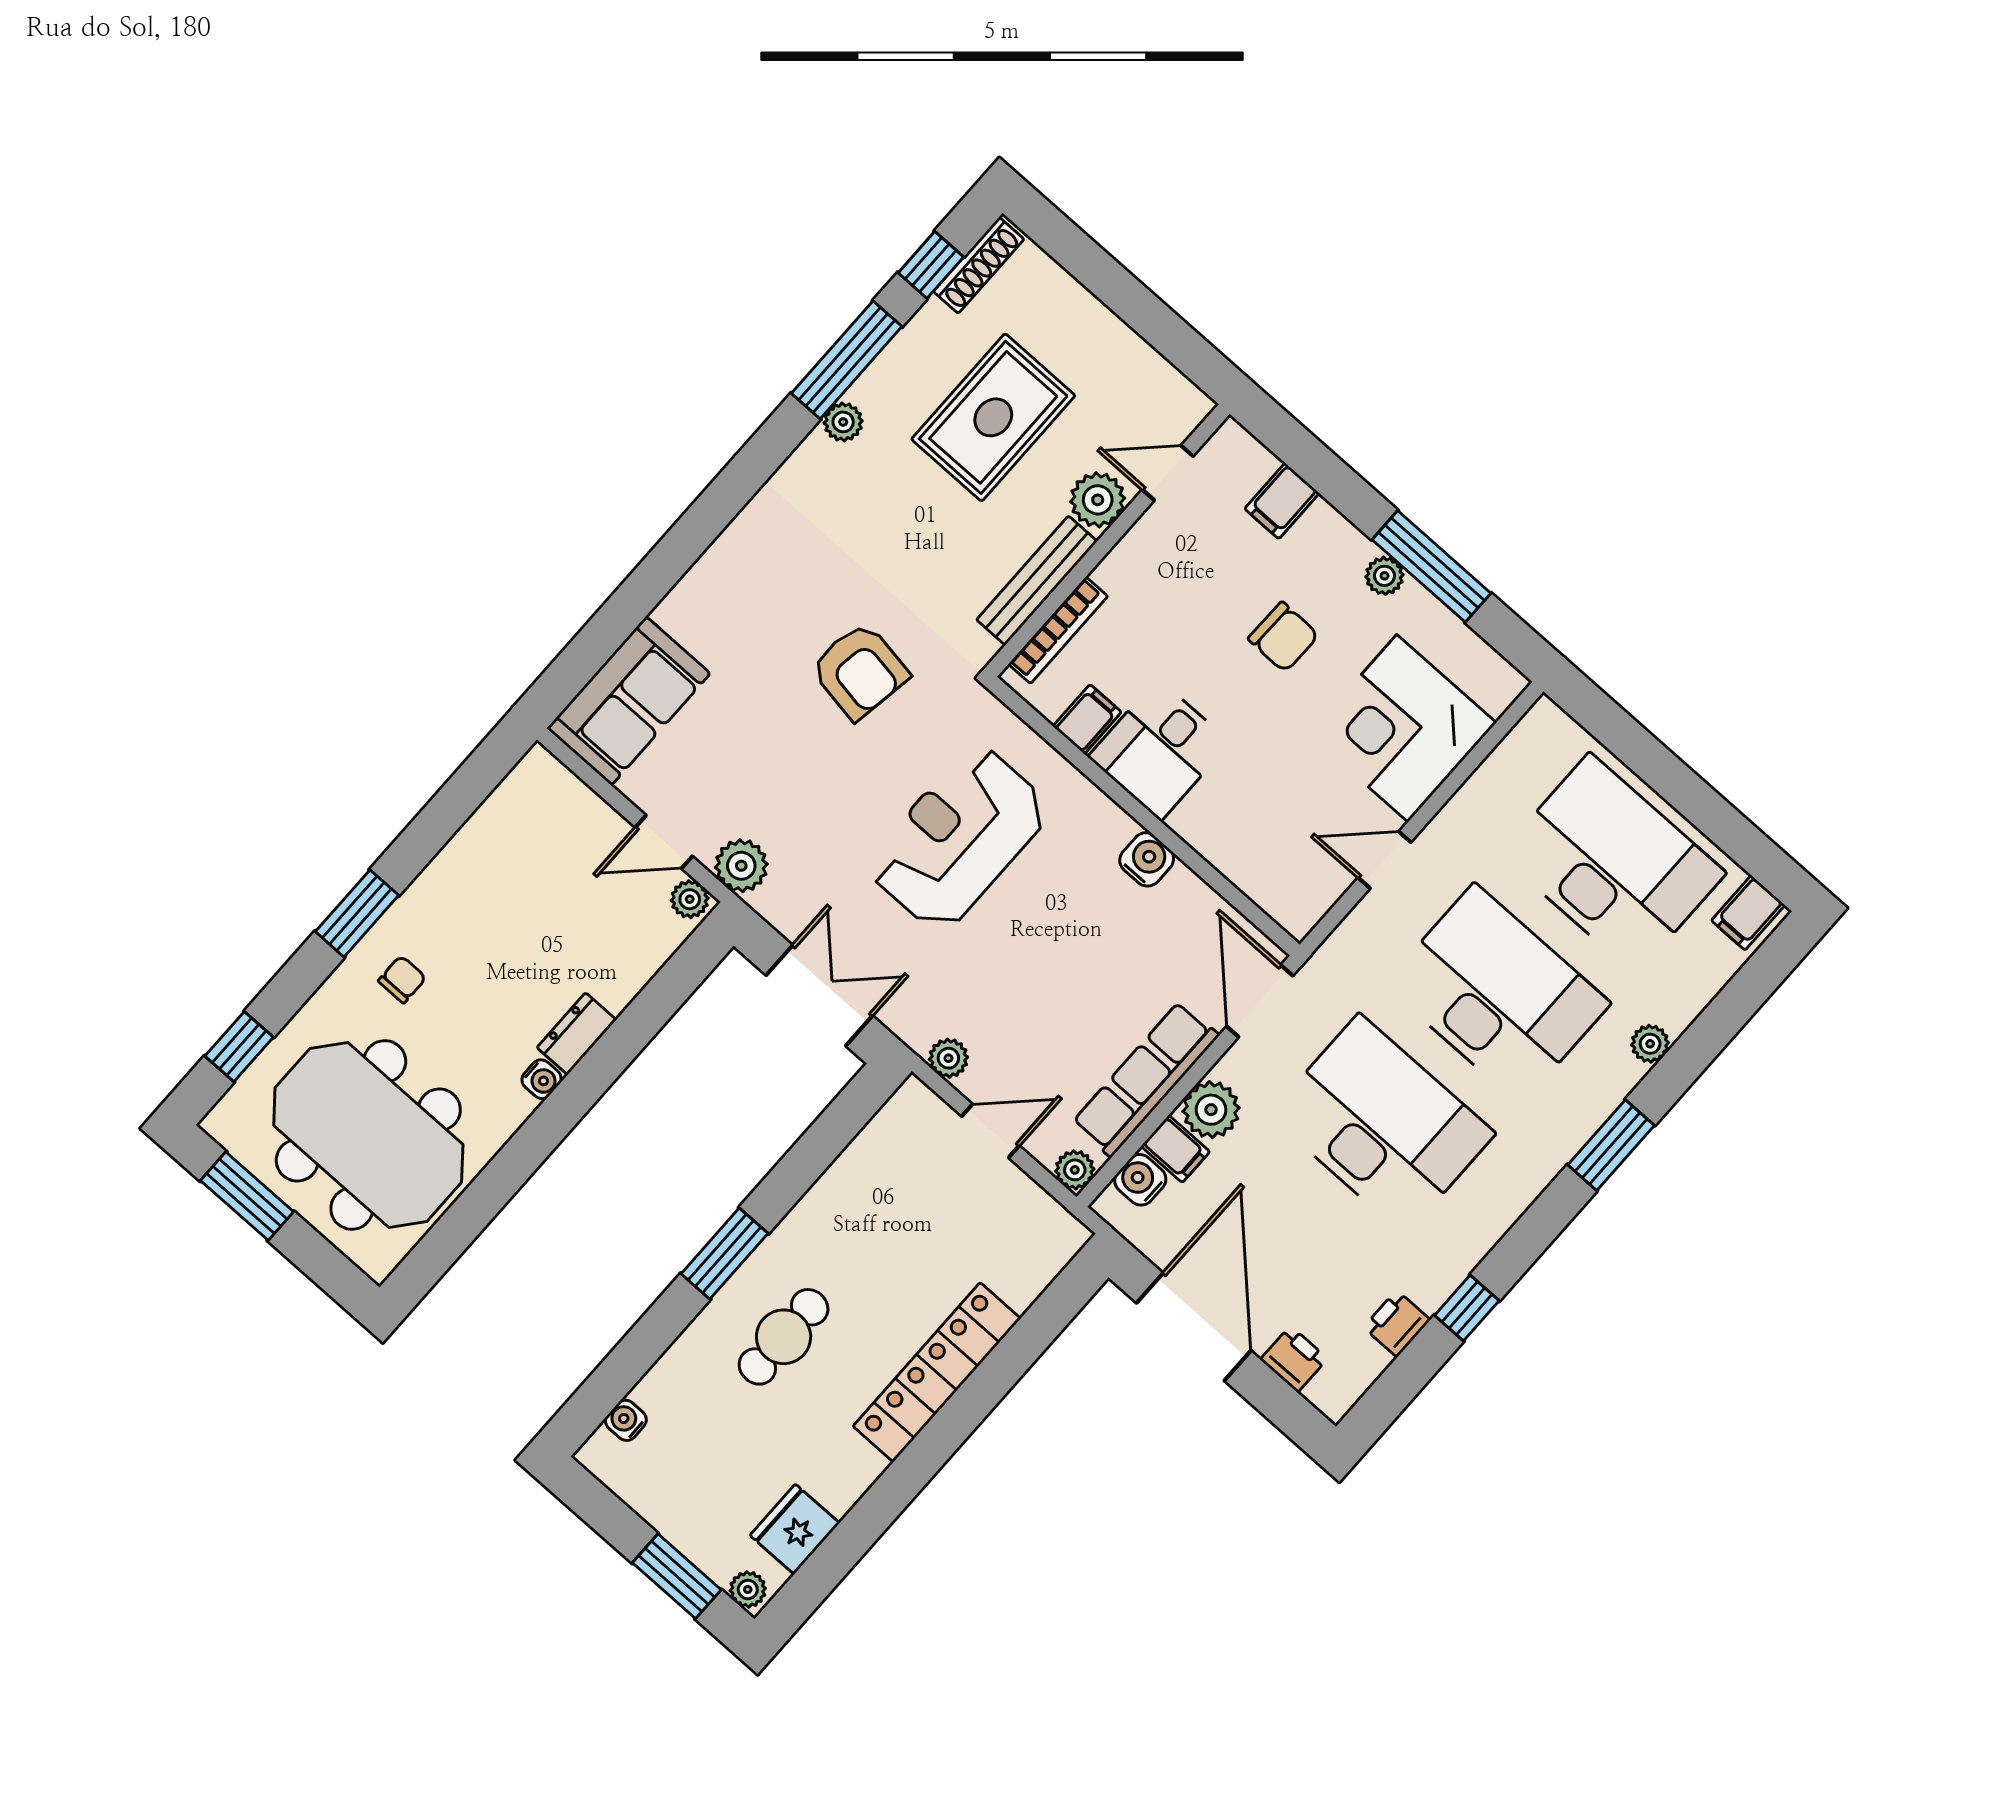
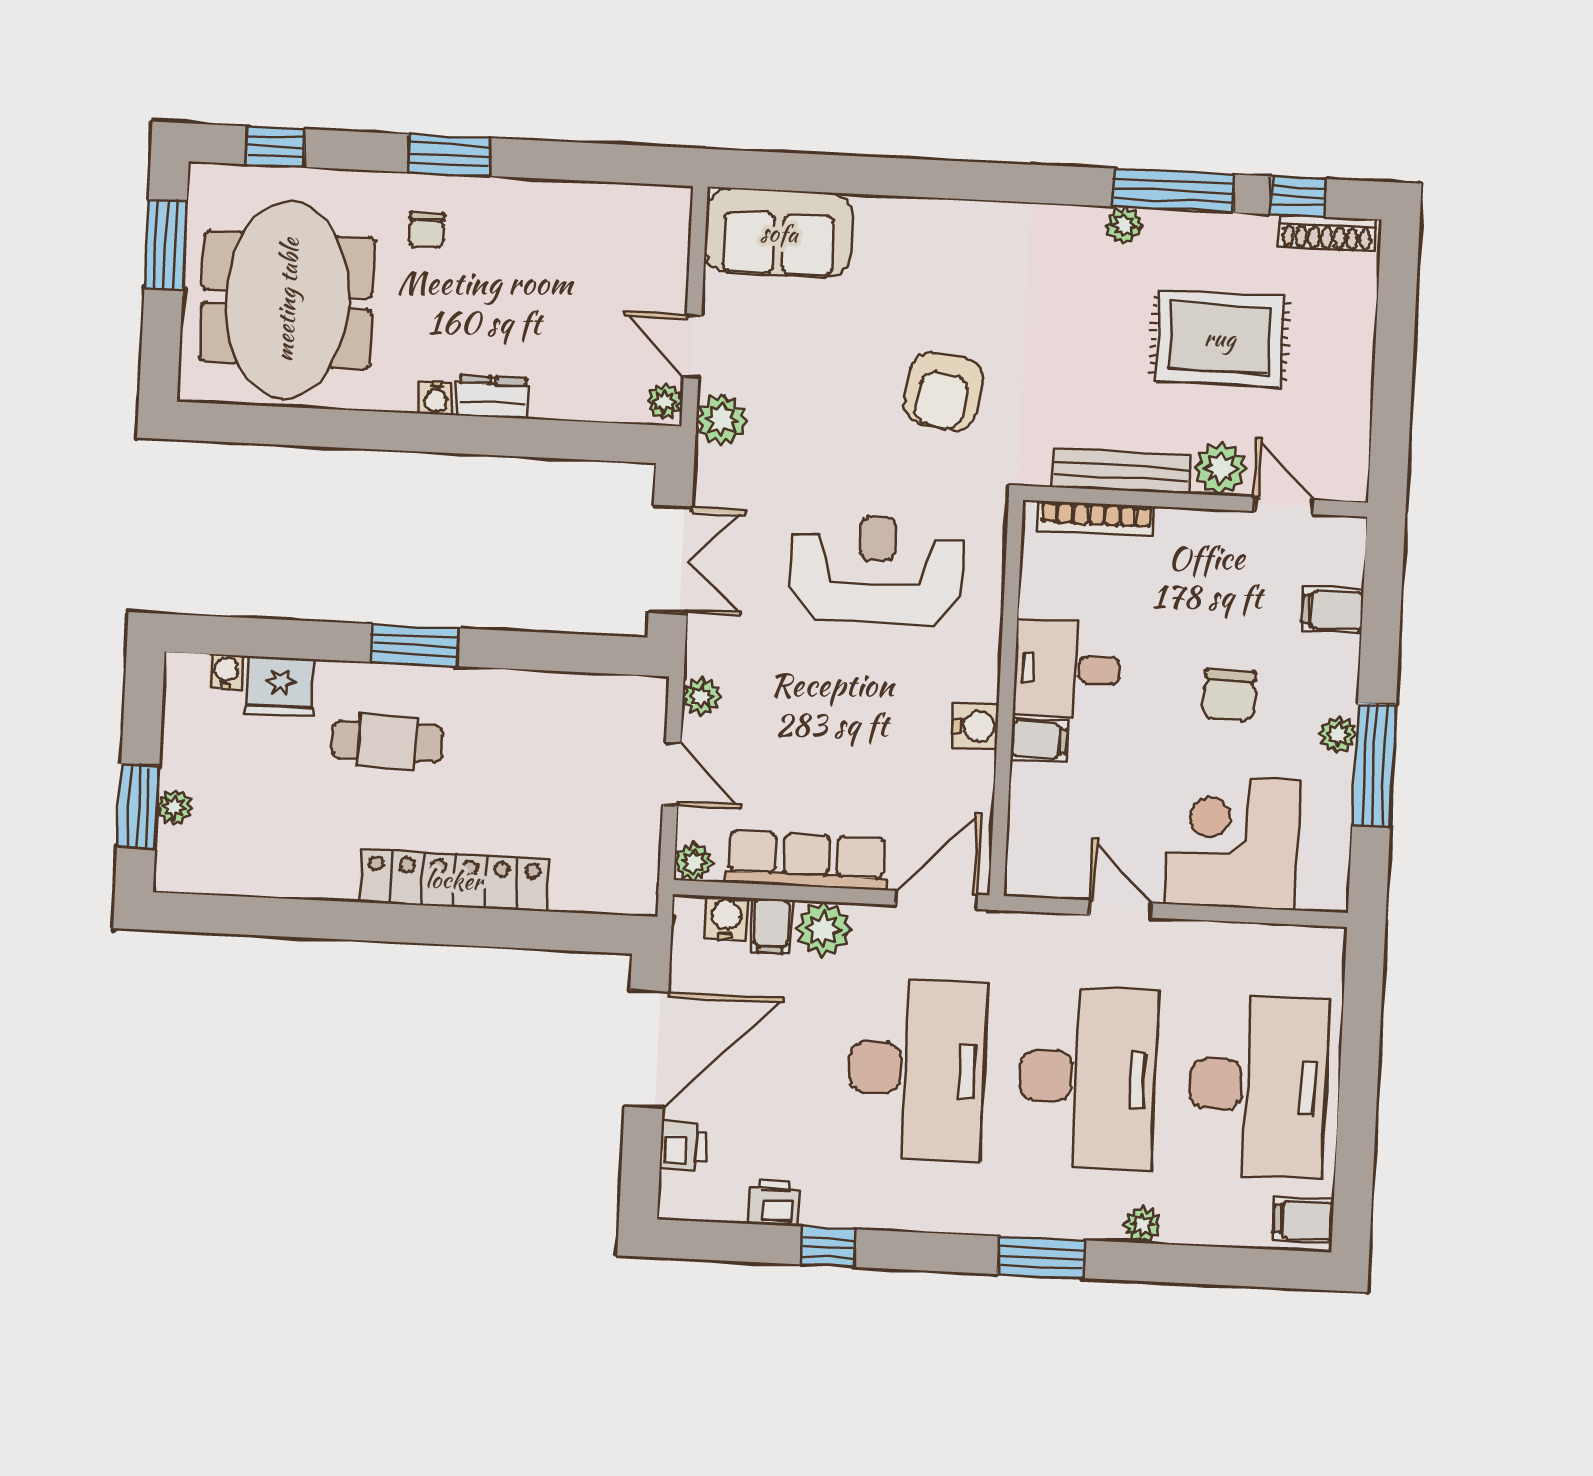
filing cabinet: (1087, 719) -> (1039, 740), moved
chair: (402, 979) -> (427, 230), turned 90
fridge: (795, 1529) -> (280, 686), moved, turned 180
plant: (748, 1589) -> (175, 807), moved

